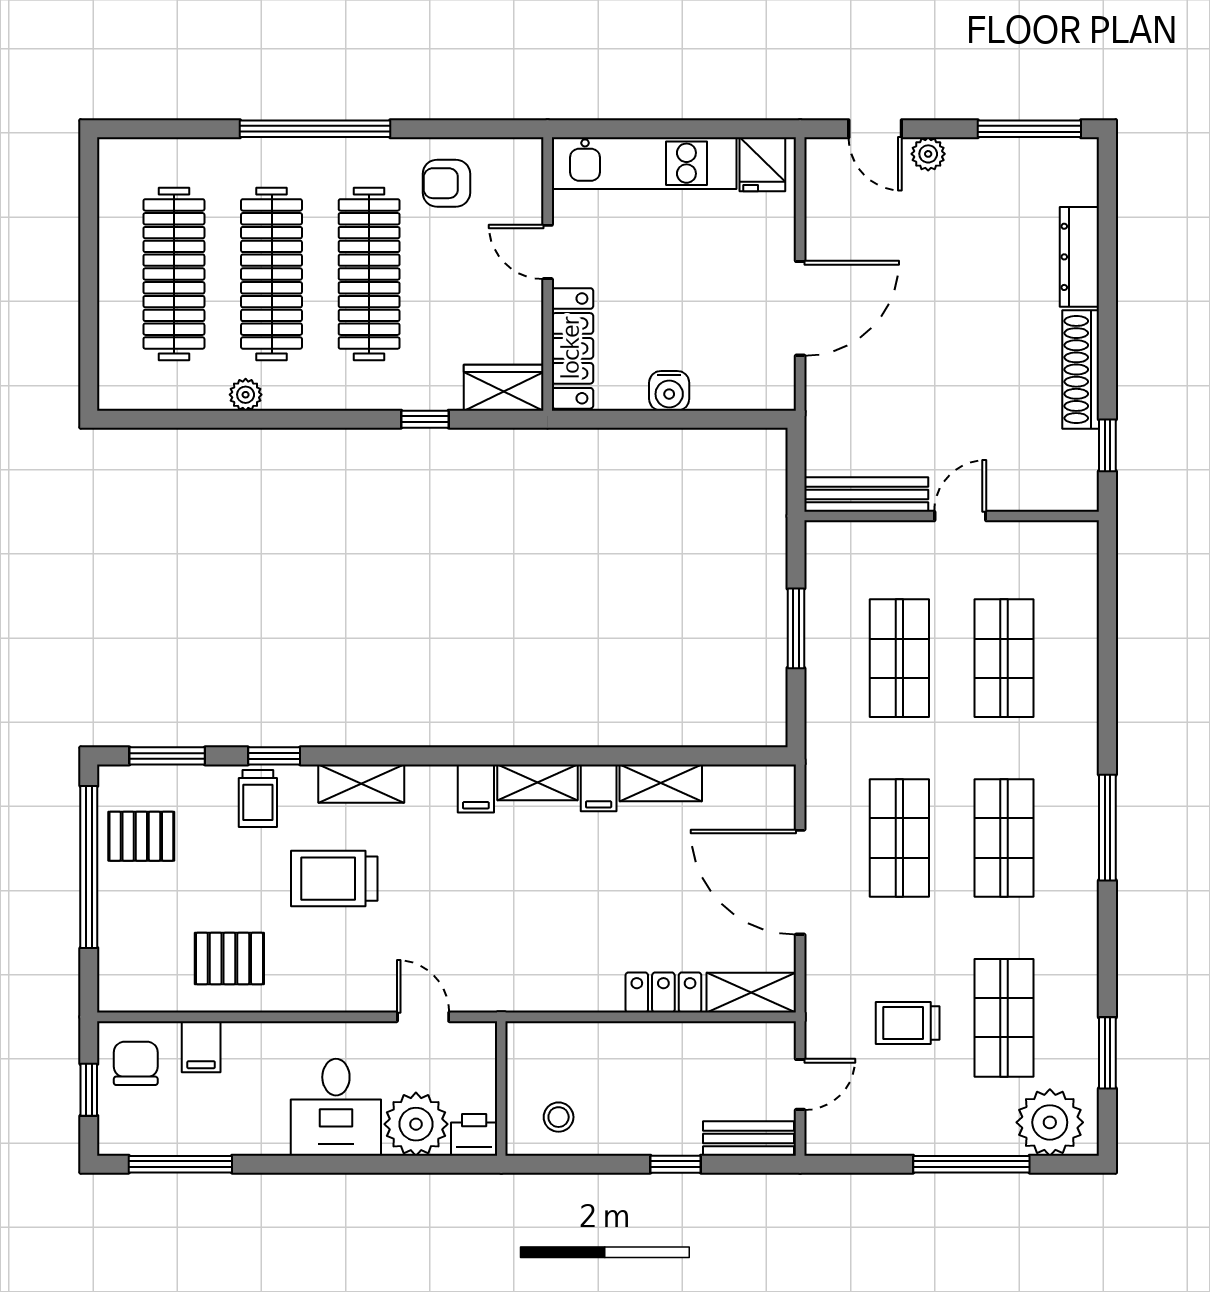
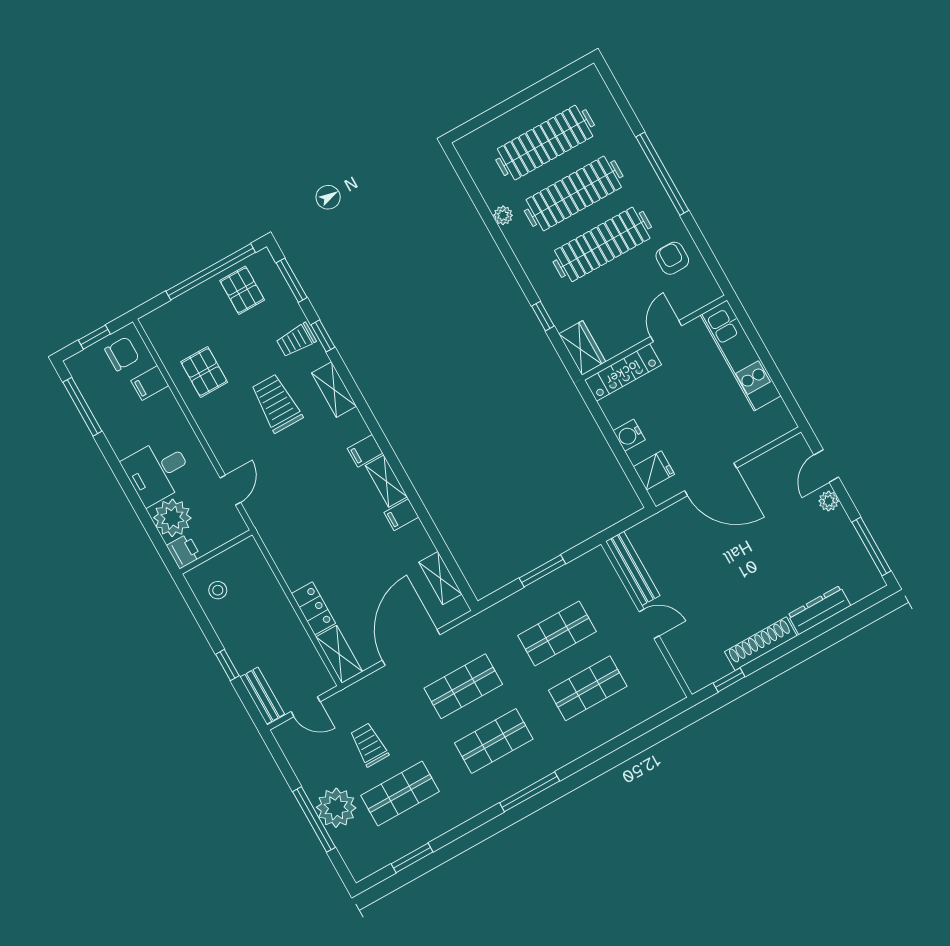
fridge: (762, 164) -> (654, 470), moved, turned 180
shelving: (661, 783) -> (440, 578), moved
plant: (1050, 1122) -> (336, 808), moved

